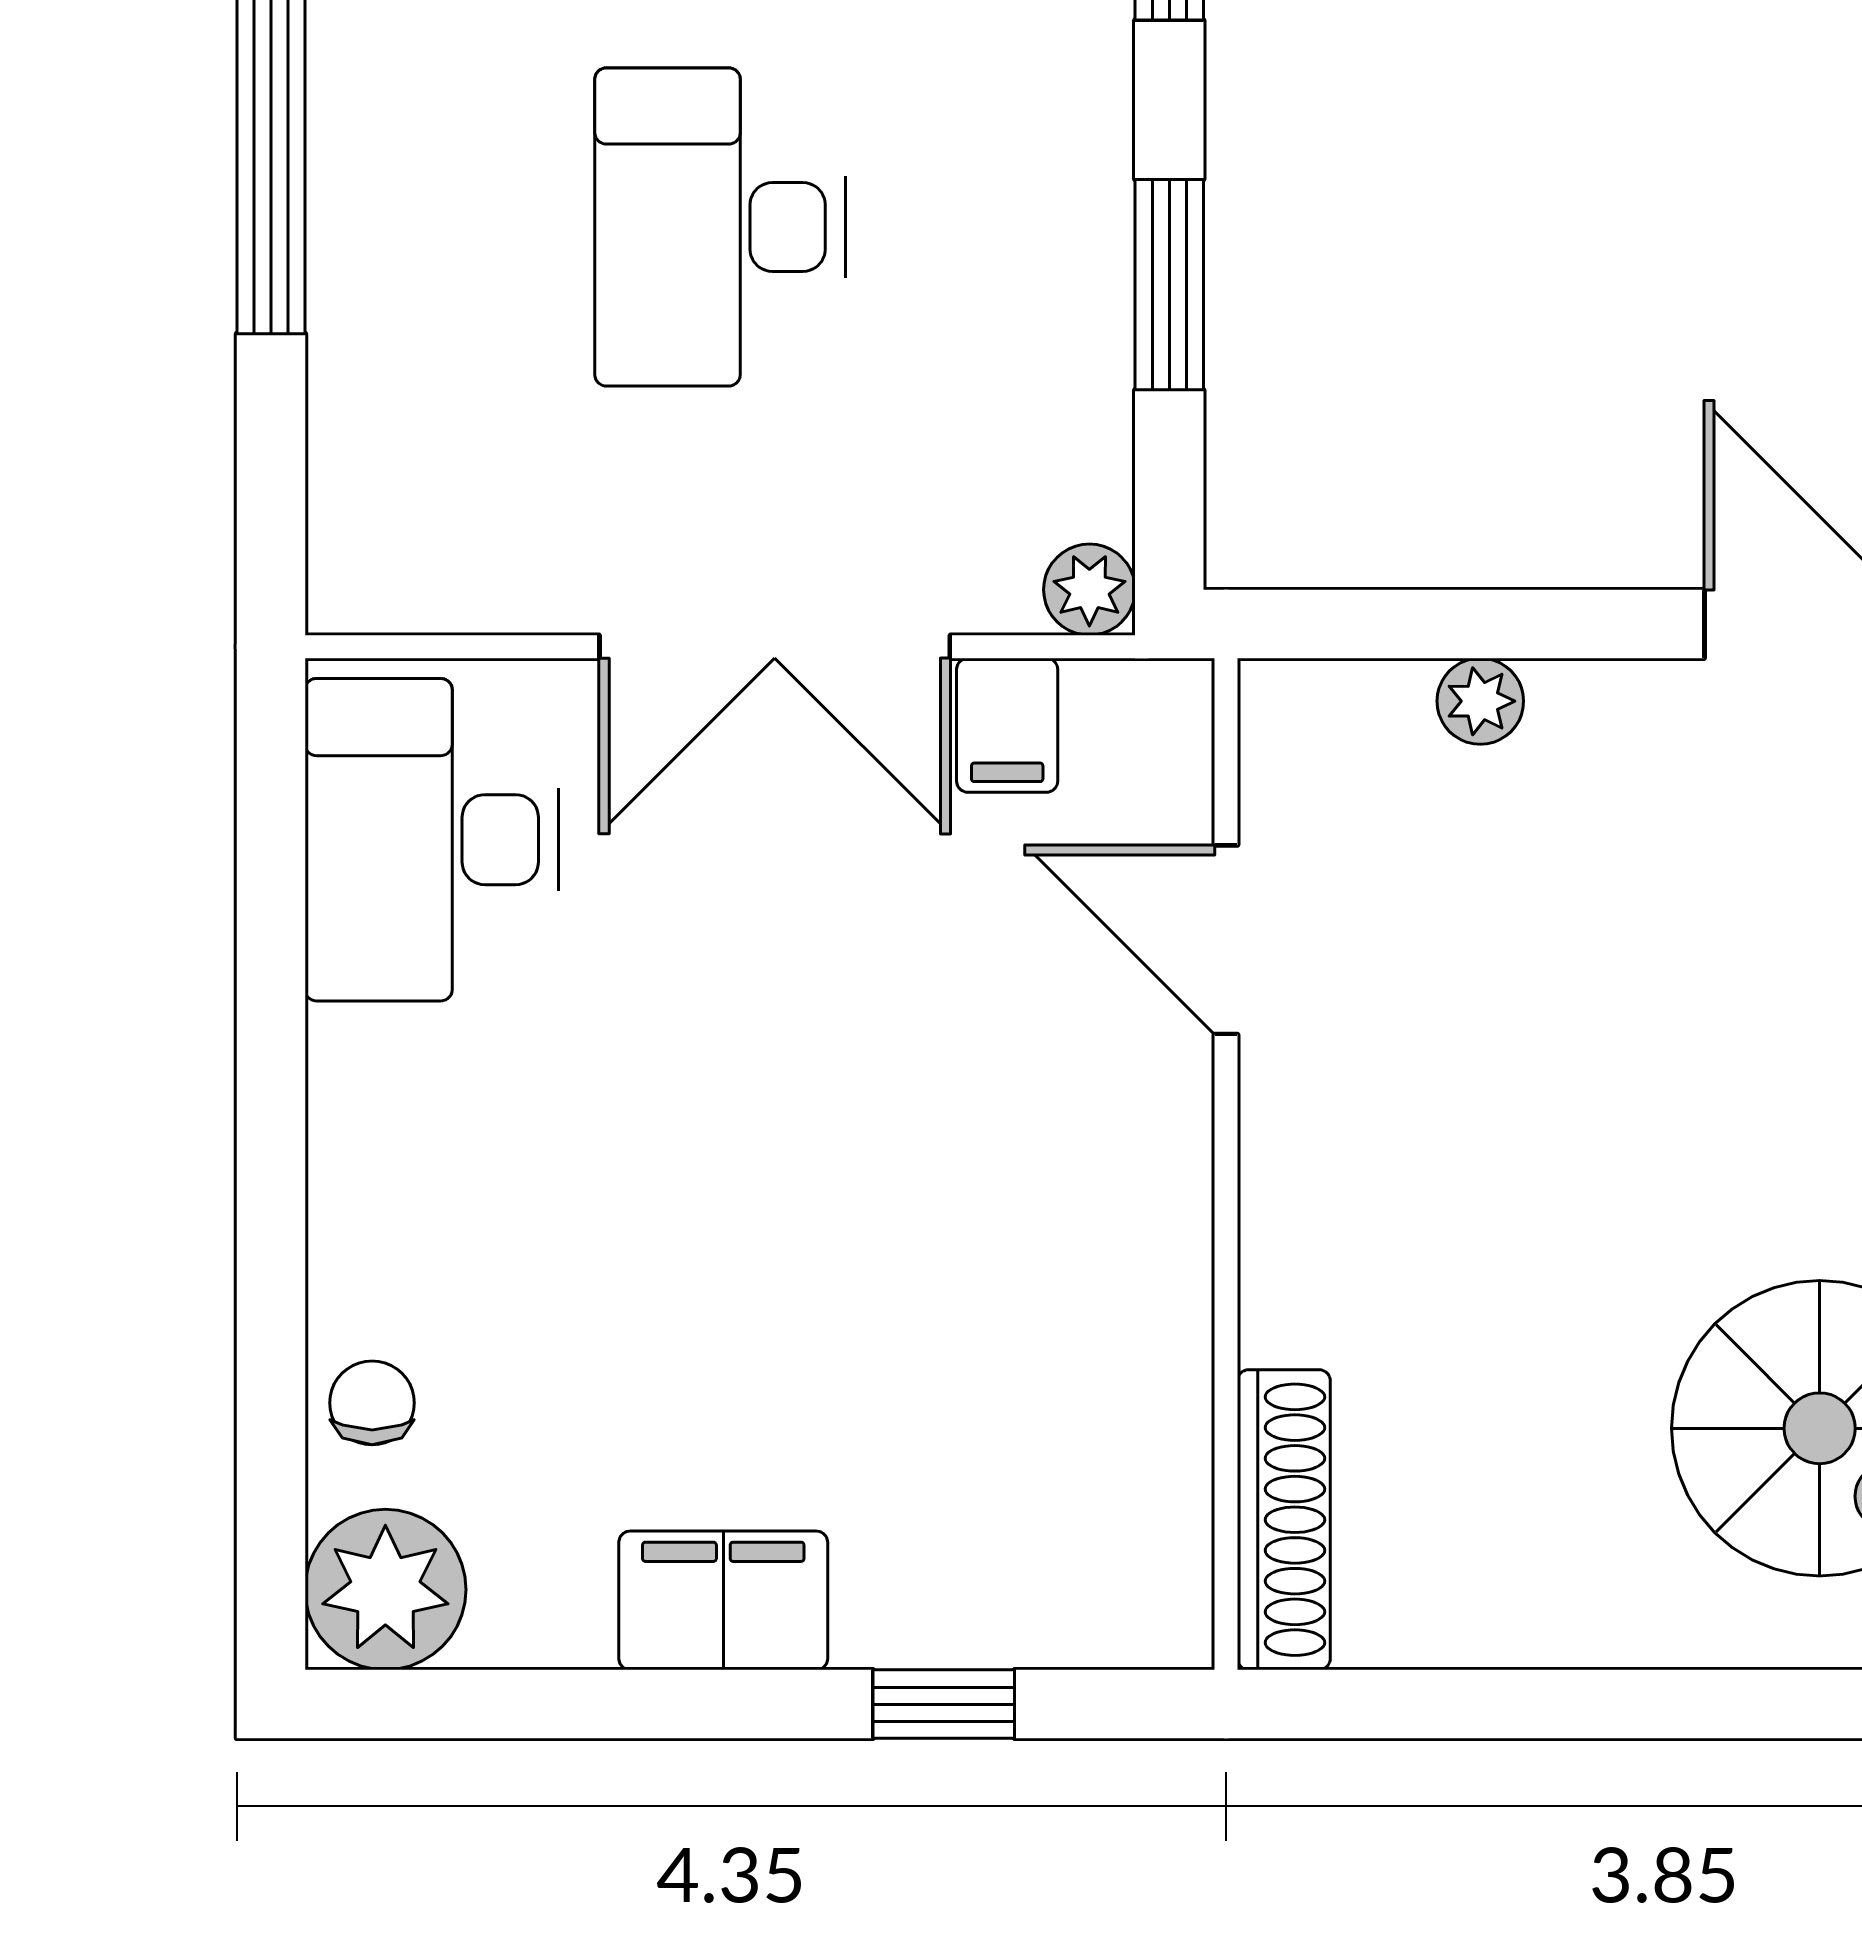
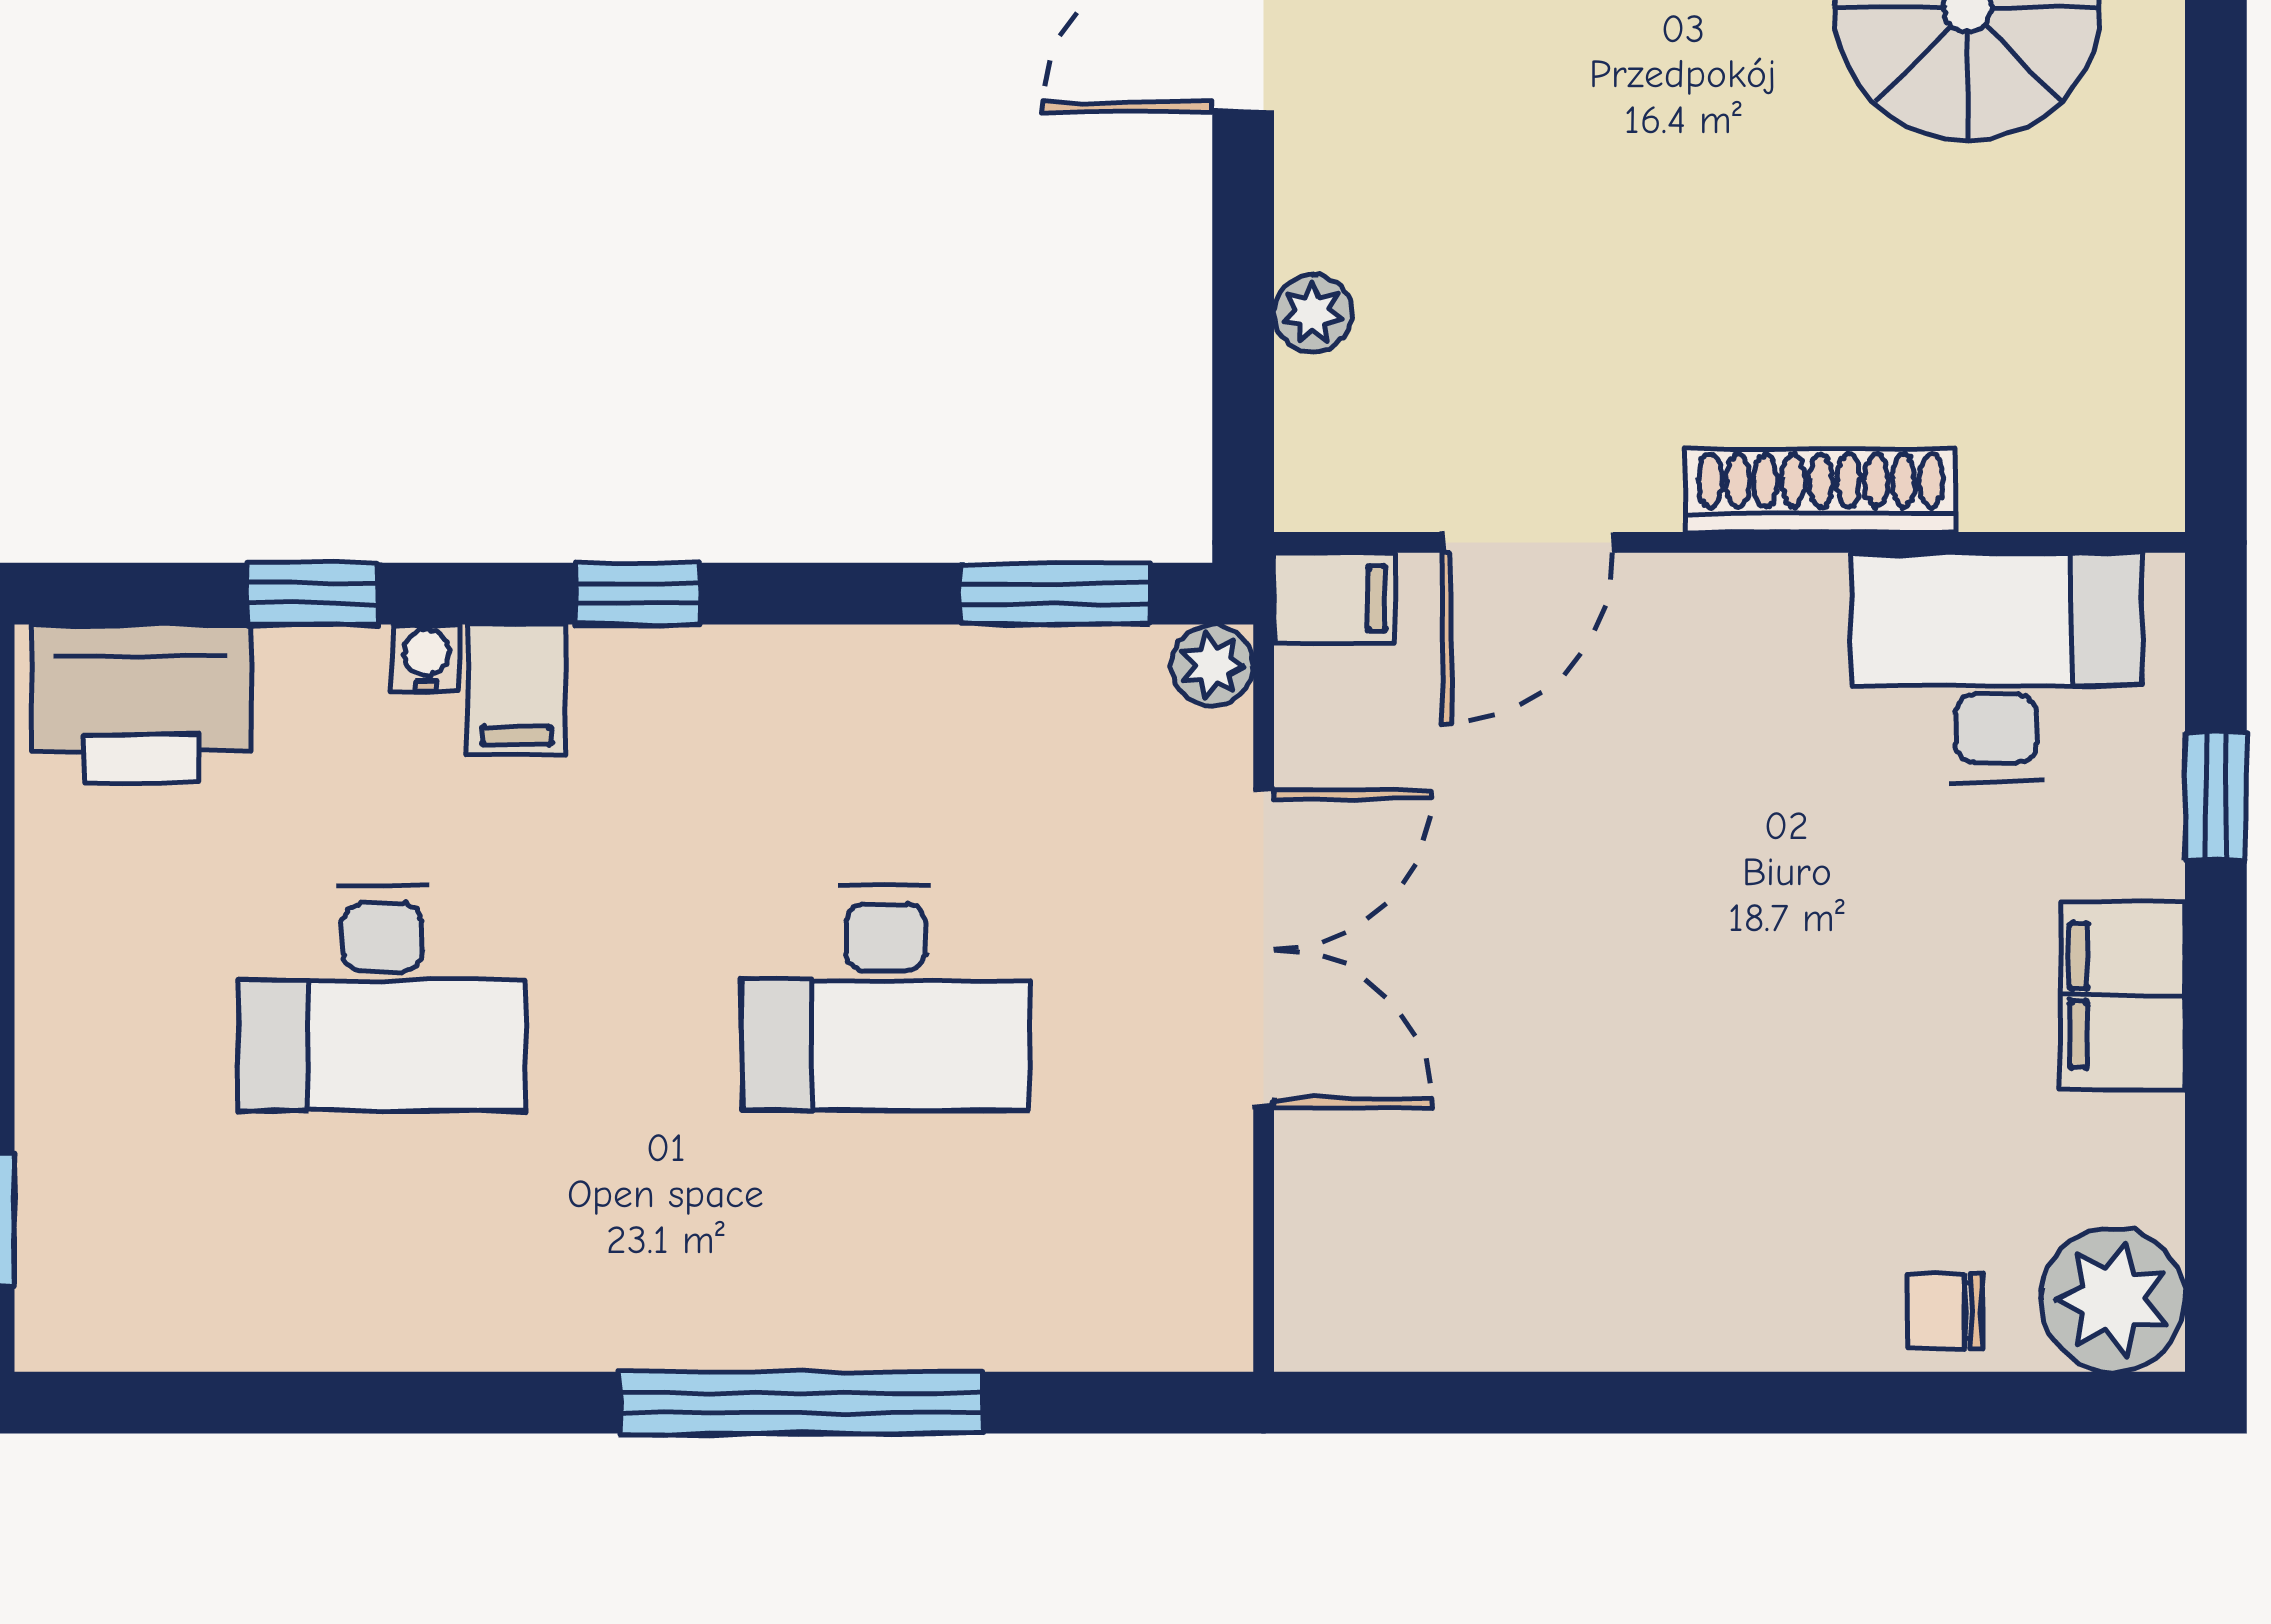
window: (1169, 285) -> (1055, 594), moved
filing cabinet: (1007, 725) -> (1334, 598), moved
desk: (432, 840) -> (1996, 667), moved, turned 180
shoe rack: (1284, 1520) -> (1821, 490), moved

